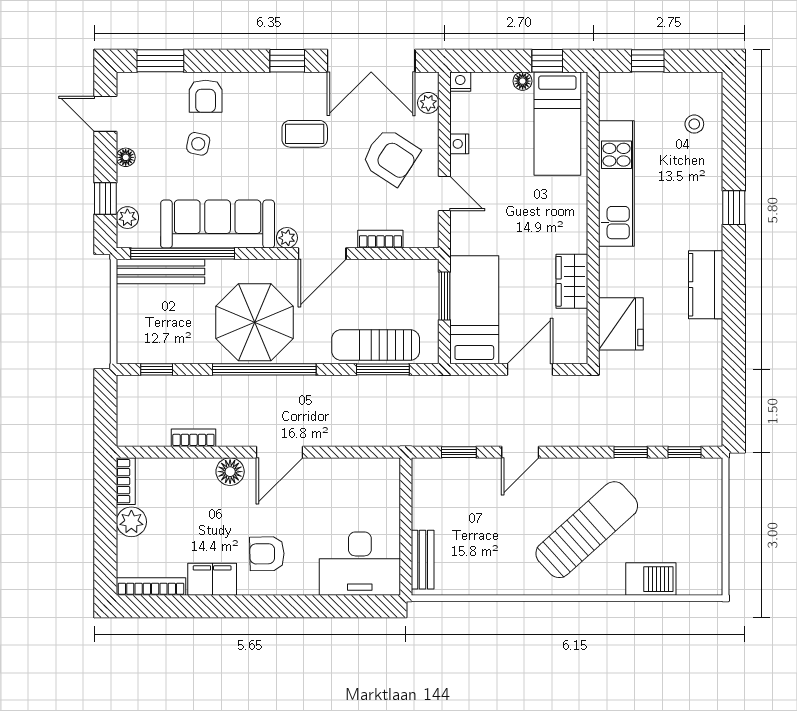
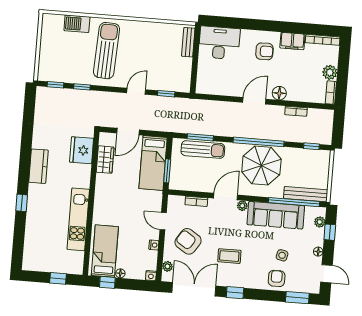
stool: (694, 124) -> (38, 245), removed
wardrobe: (572, 281) -> (105, 160), moved
sun lounger: (587, 530) -> (107, 51), turned 135

